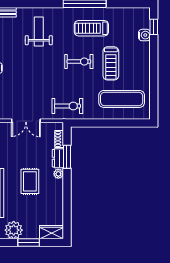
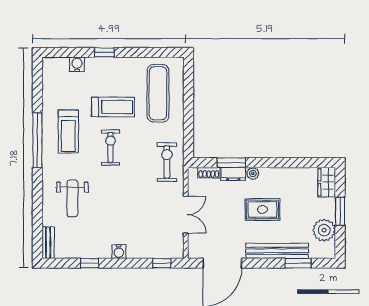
window: (154, 27) -> (104, 52), moved
weight bench: (39, 31) -> (72, 198), turned -90

